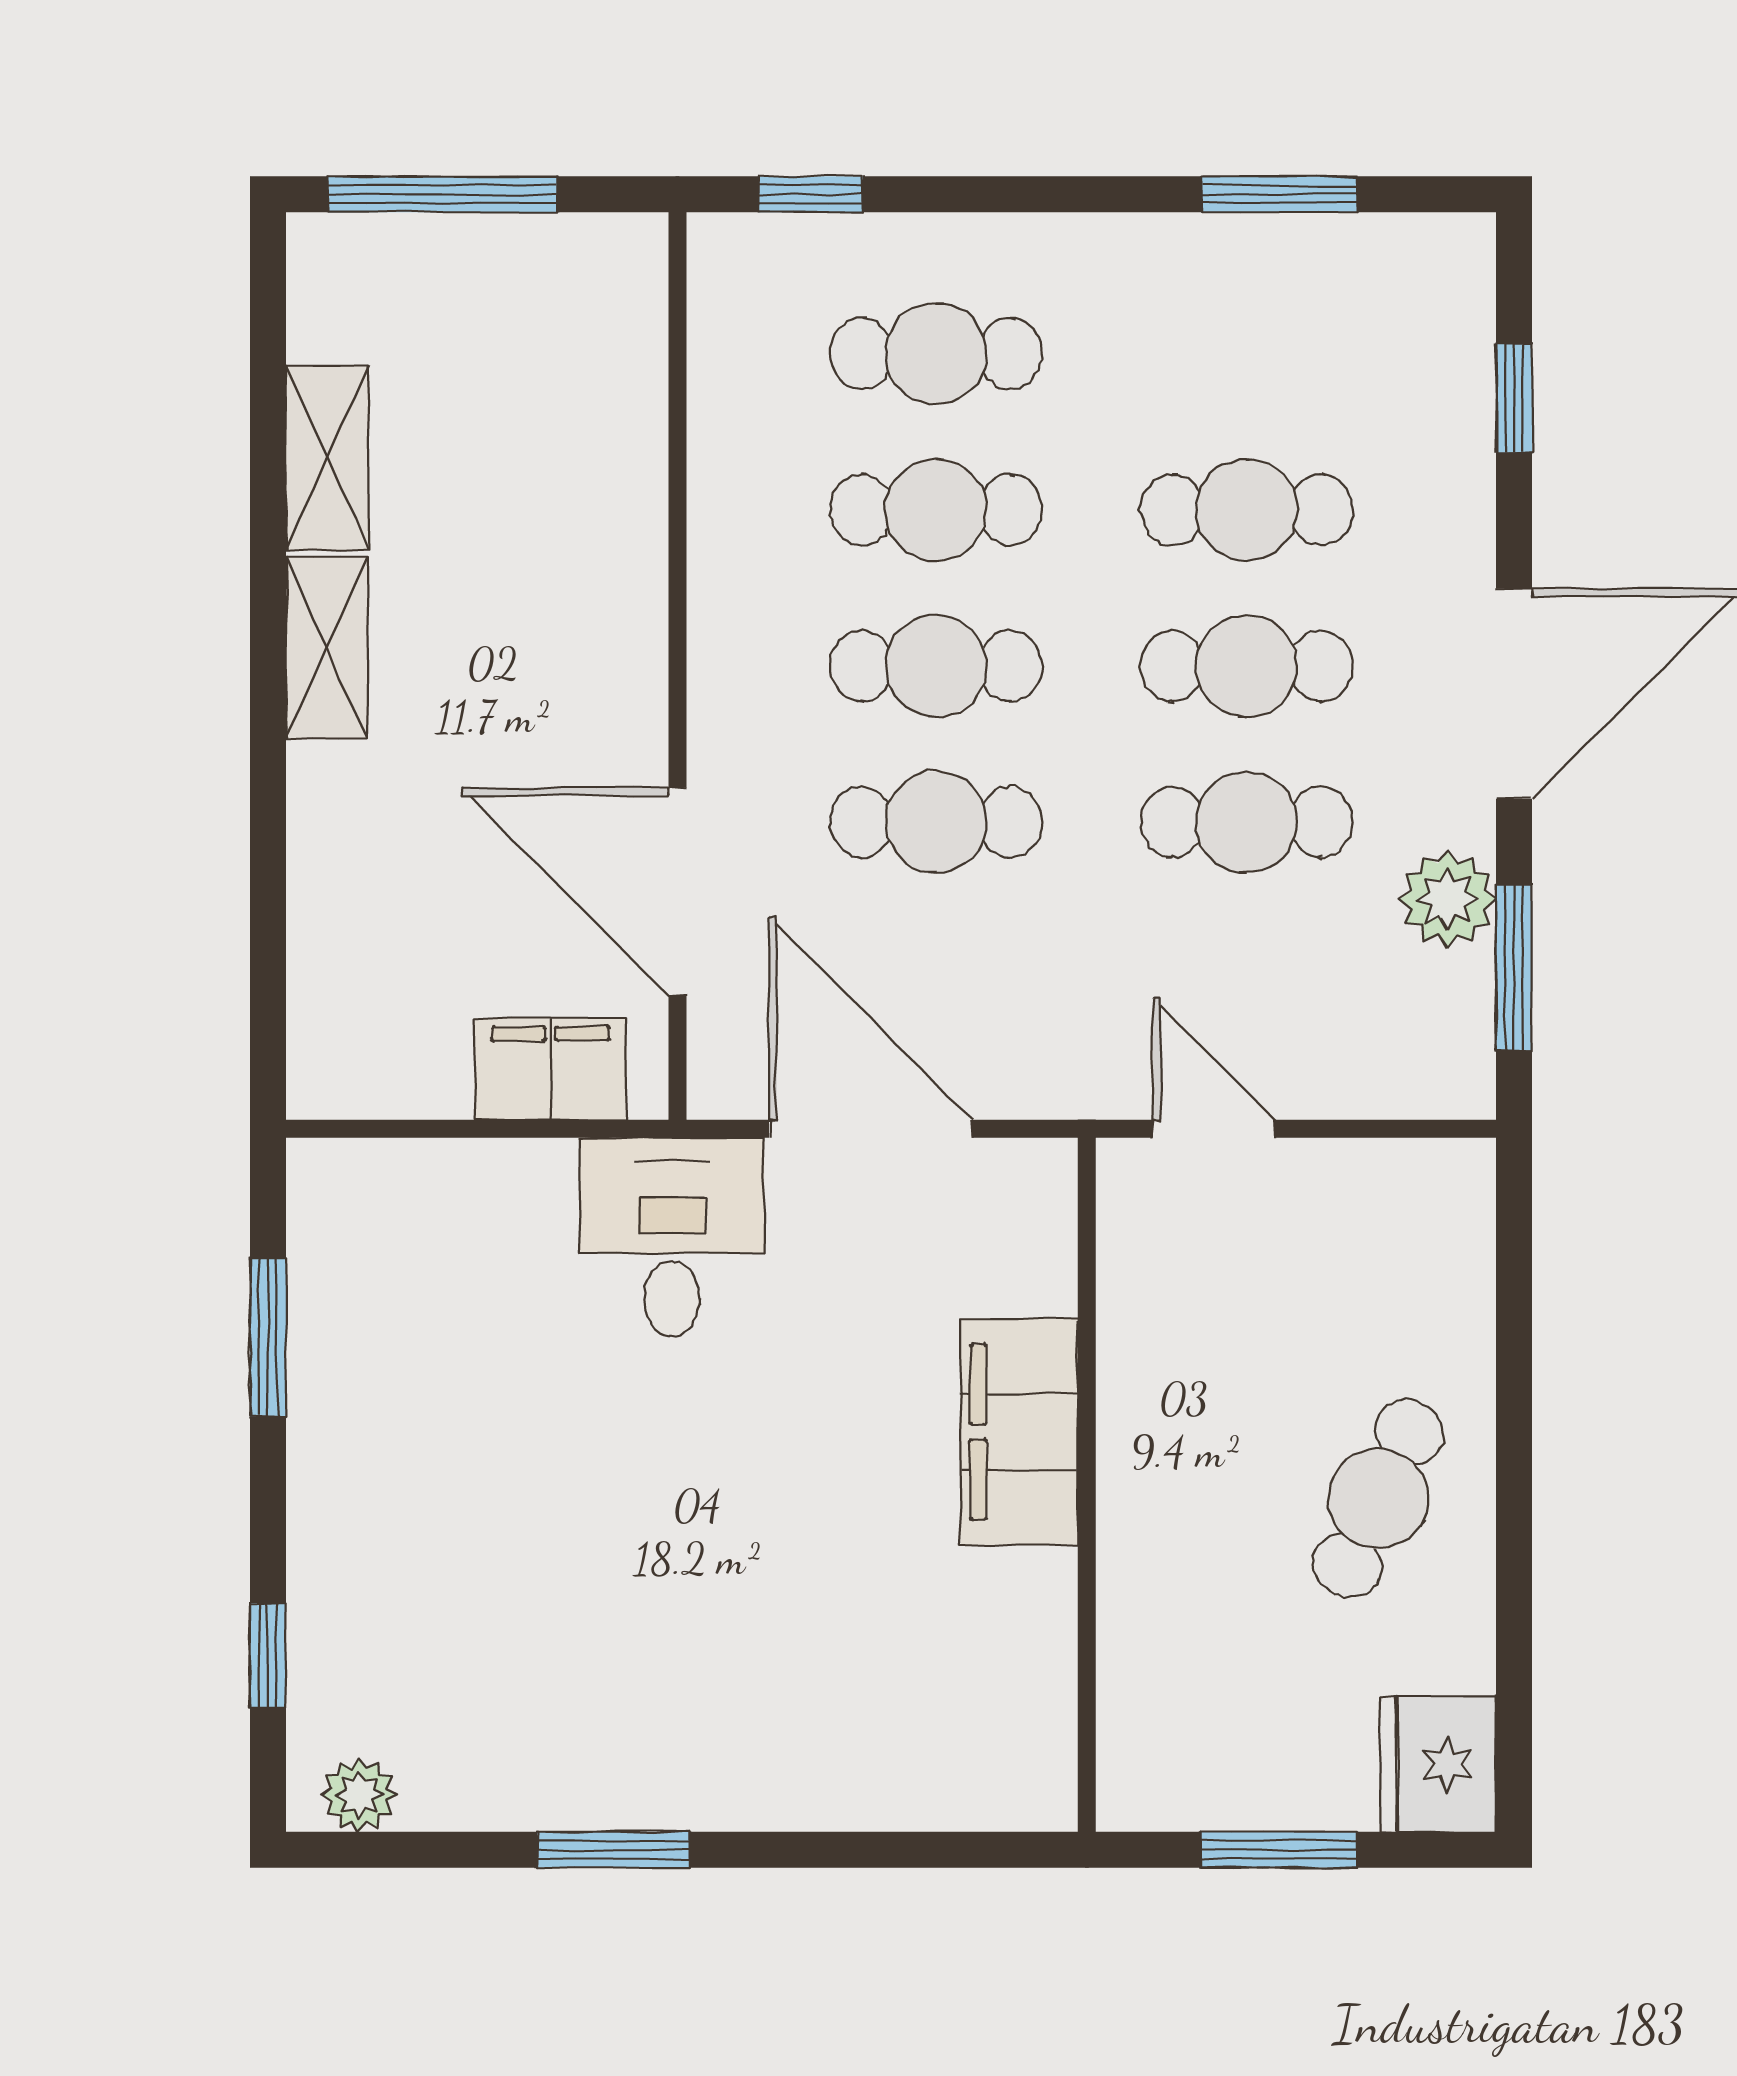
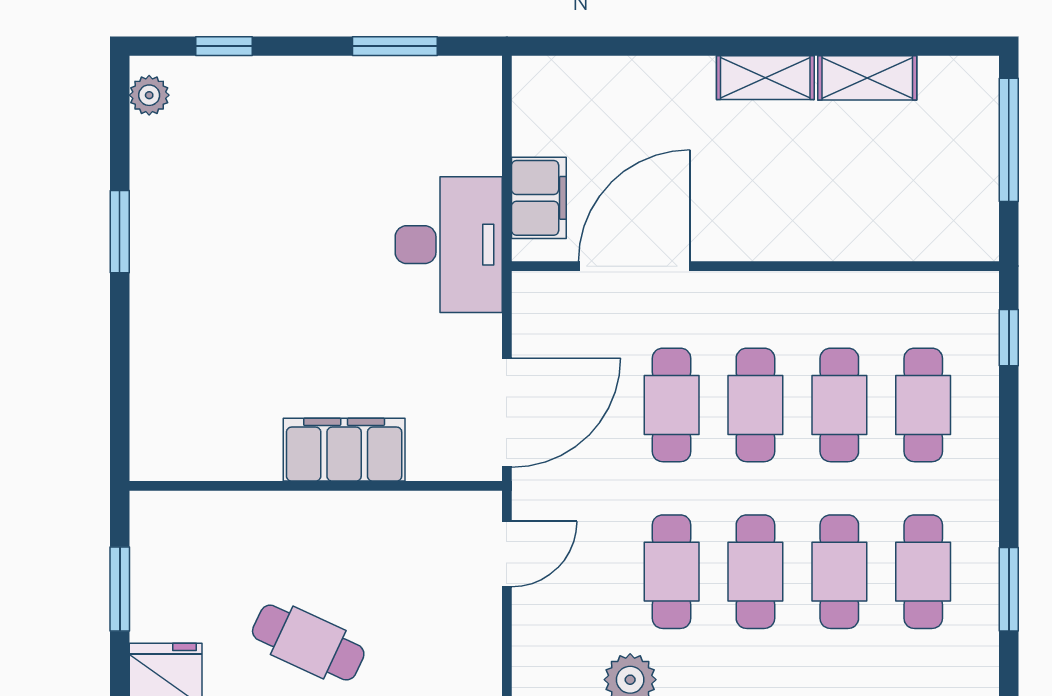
cafe table: (1246, 354) -> (923, 572), added
door: (870, 1129) -> (507, 413), moved
desk: (672, 1237) -> (449, 245), width x1.37

